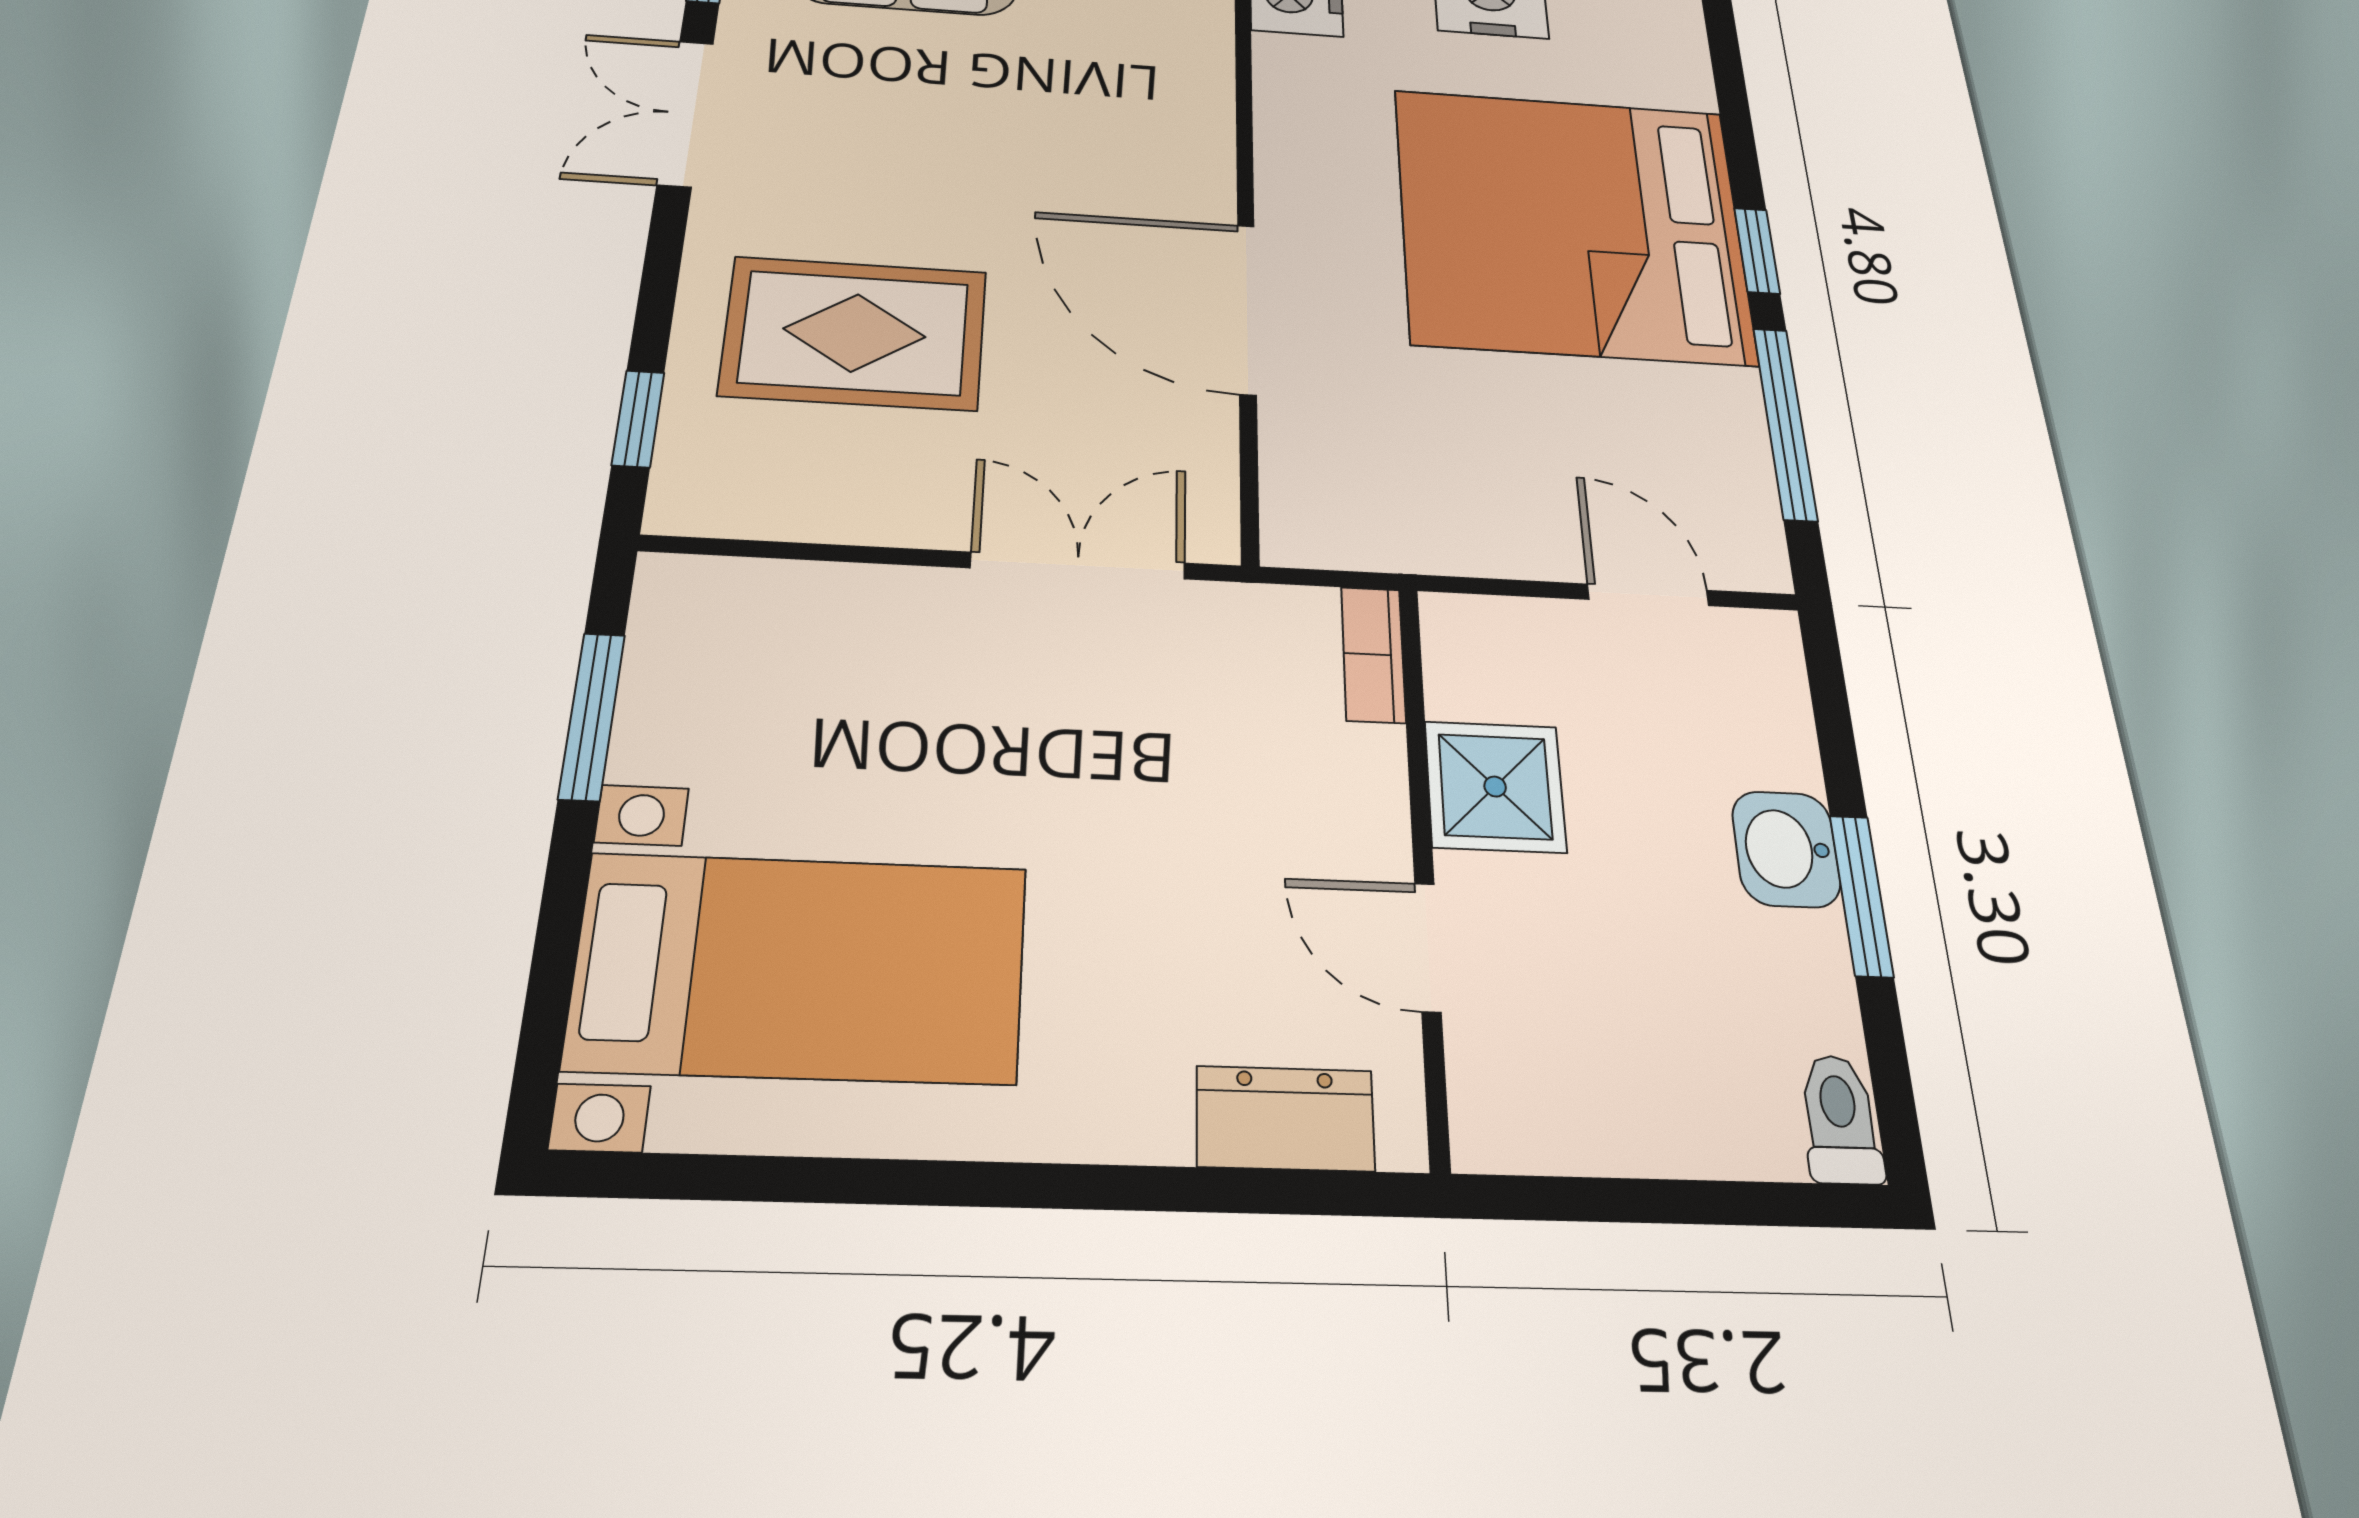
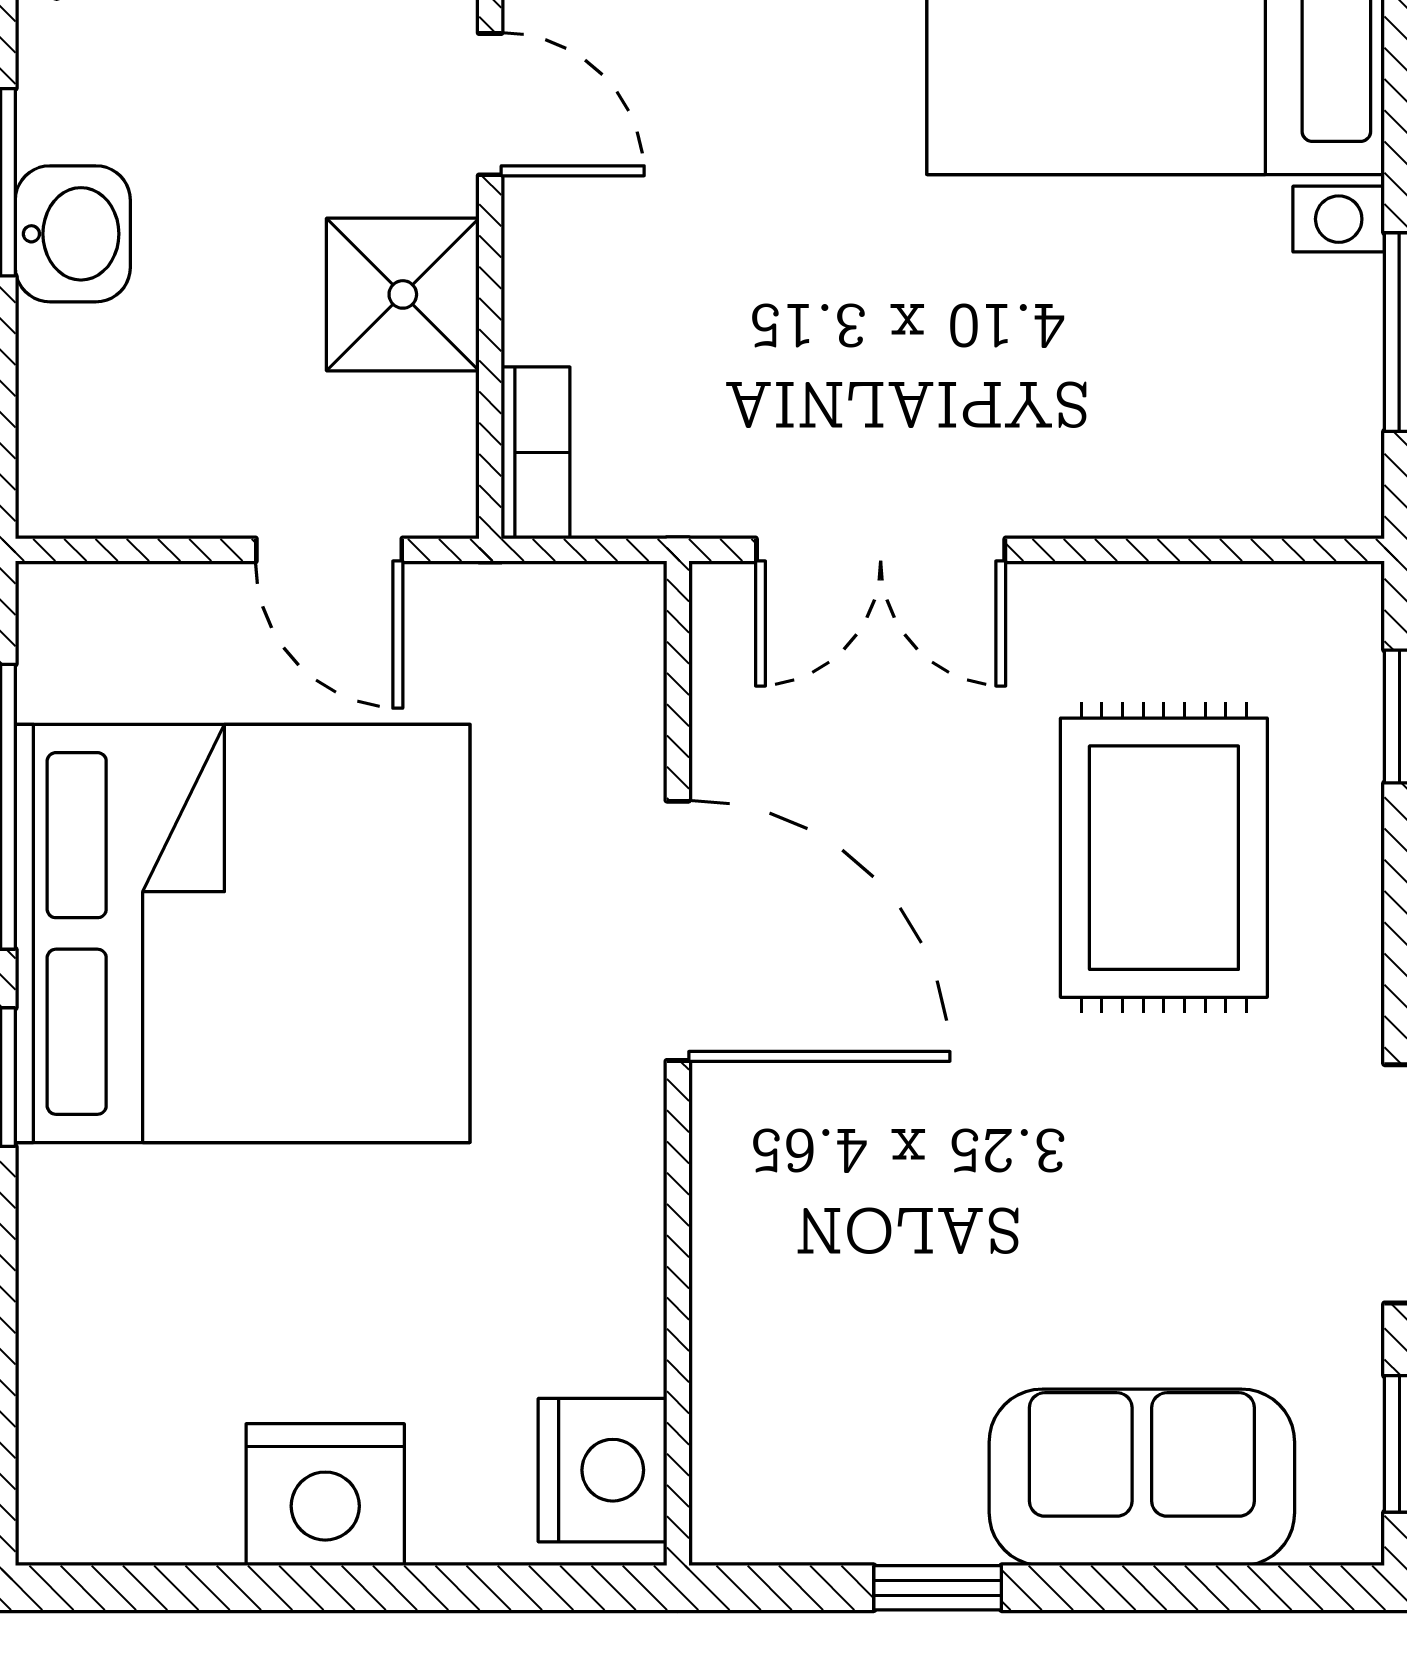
bed: (1572, 225) -> (243, 933), moved
rug: (854, 333) -> (1164, 858), turned 90
door: (1648, 595) -> (329, 550), moved

